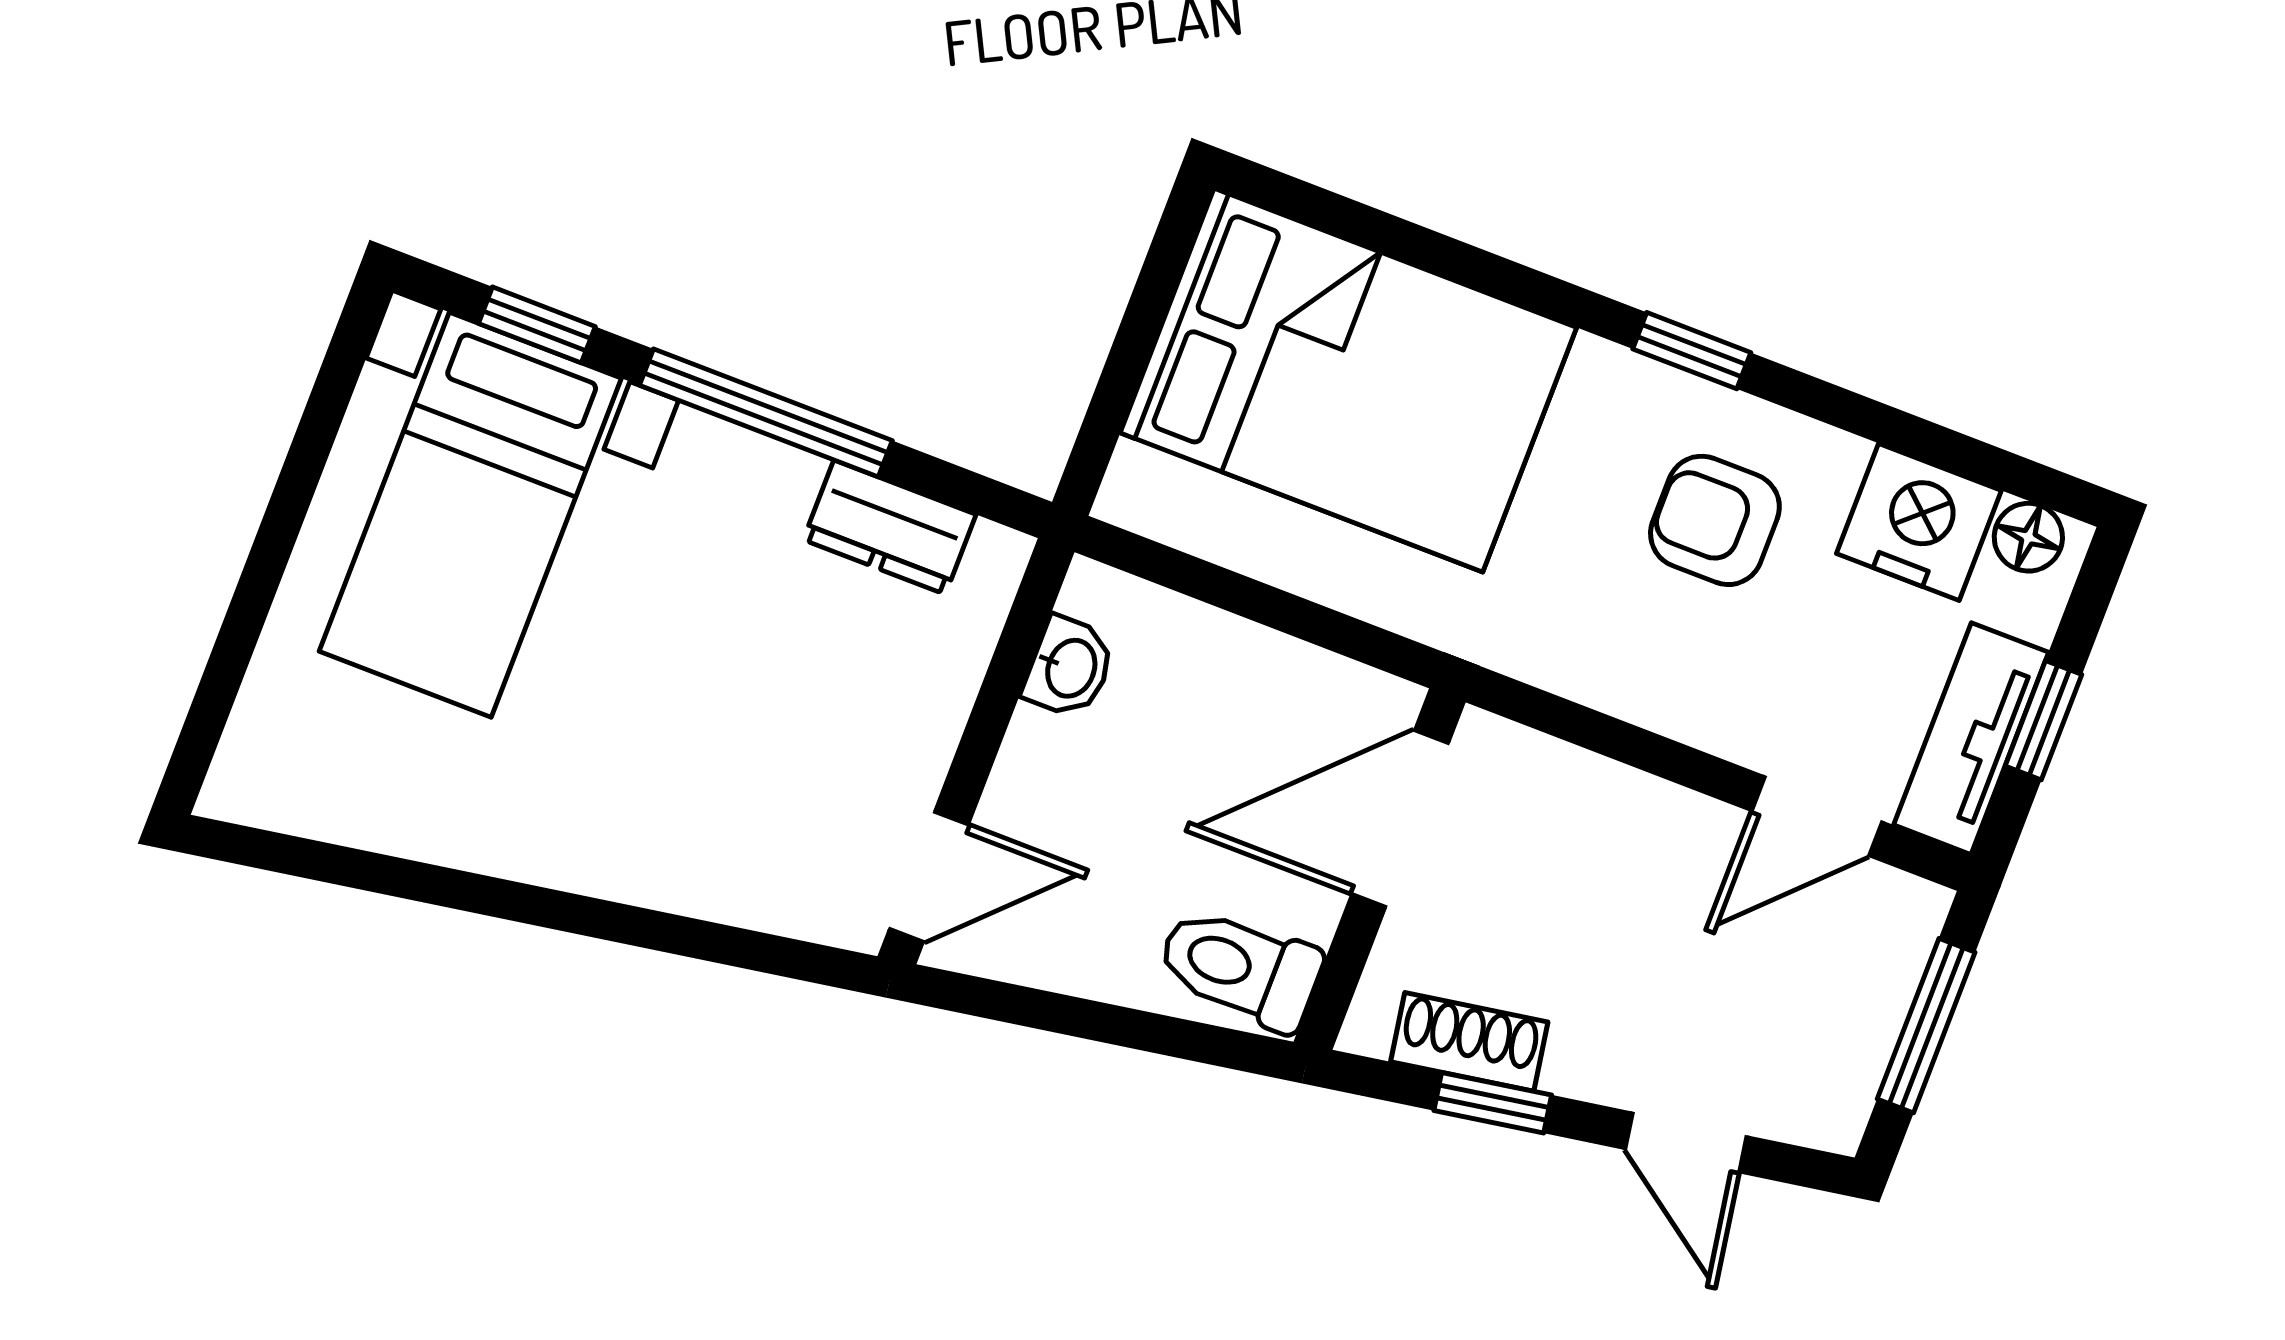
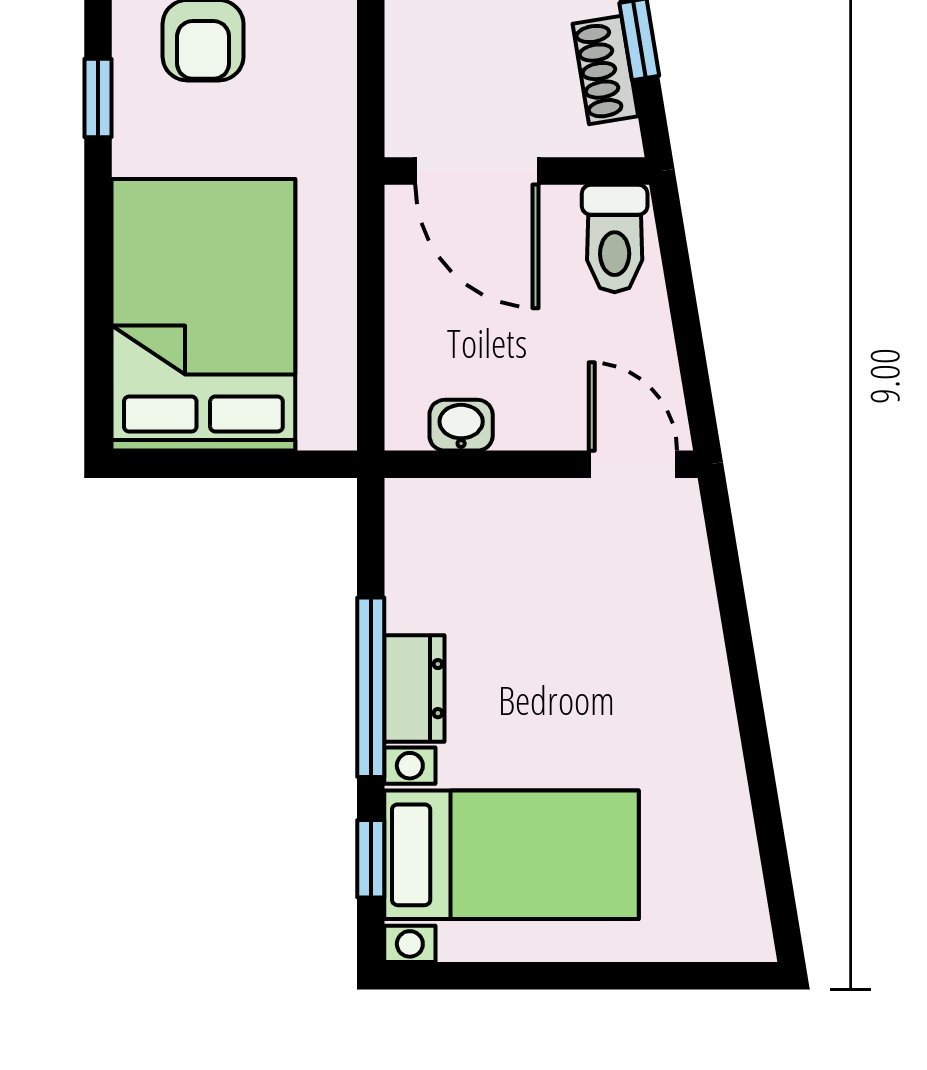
dresser: (890, 527) -> (414, 689), moved

